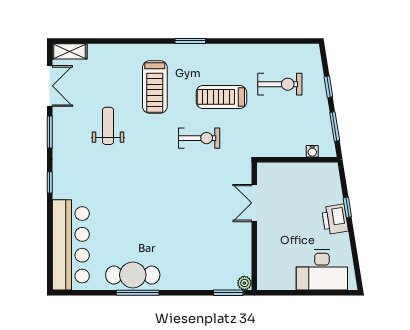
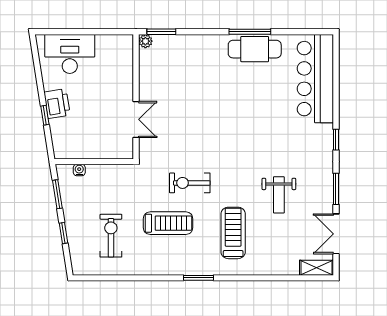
exercise bike: (280, 84) -> (111, 236), turned 90

